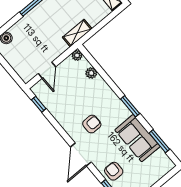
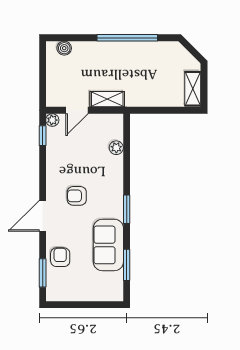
shelving: (77, 33) -> (107, 99), moved
plant: (77, 55) -> (52, 120), moved
armchair: (92, 124) -> (77, 196), turned 180

